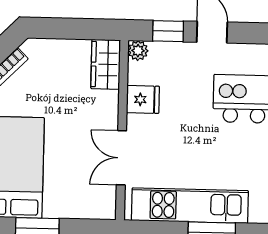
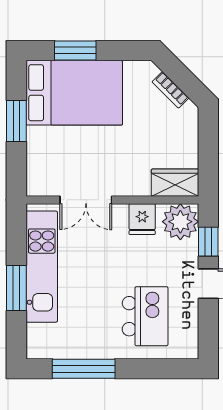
plant: (138, 51) -> (180, 222), width x1.88, depth x1.88
double door: (121, 158) -> (86, 200), swing flipped

